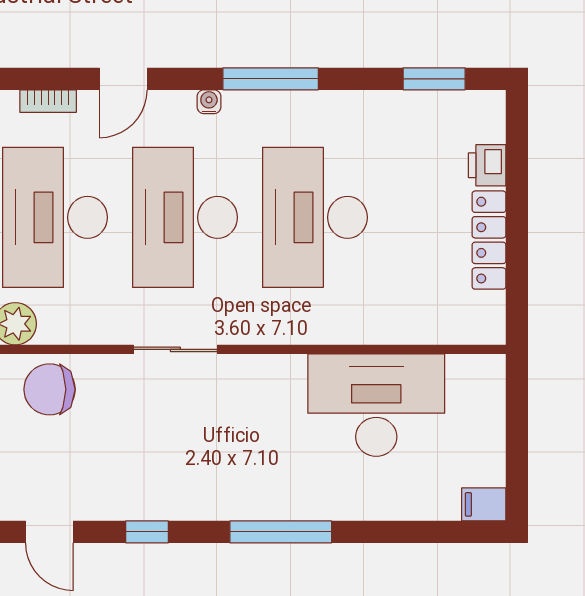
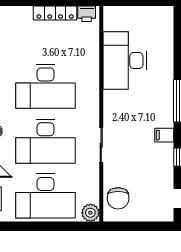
printer: (487, 165) -> (87, 14), moved
filing cabinet: (484, 504) -> (164, 135), moved, turned 90

